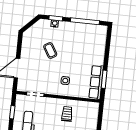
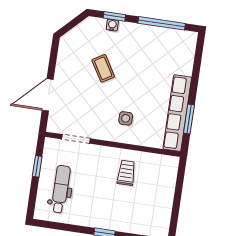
row of seats: (96, 82) -> (177, 113), width x1.36

